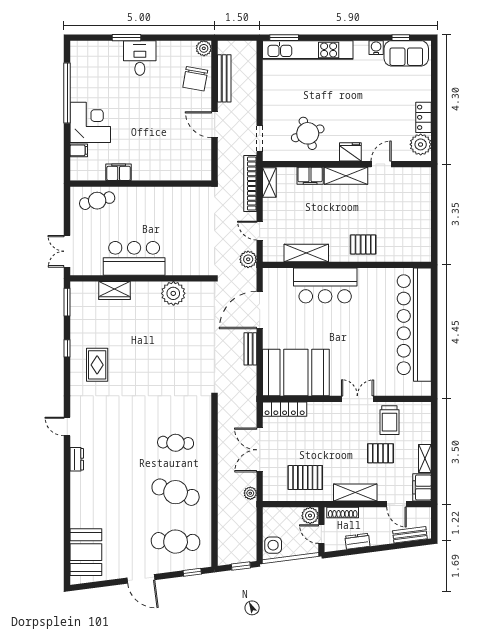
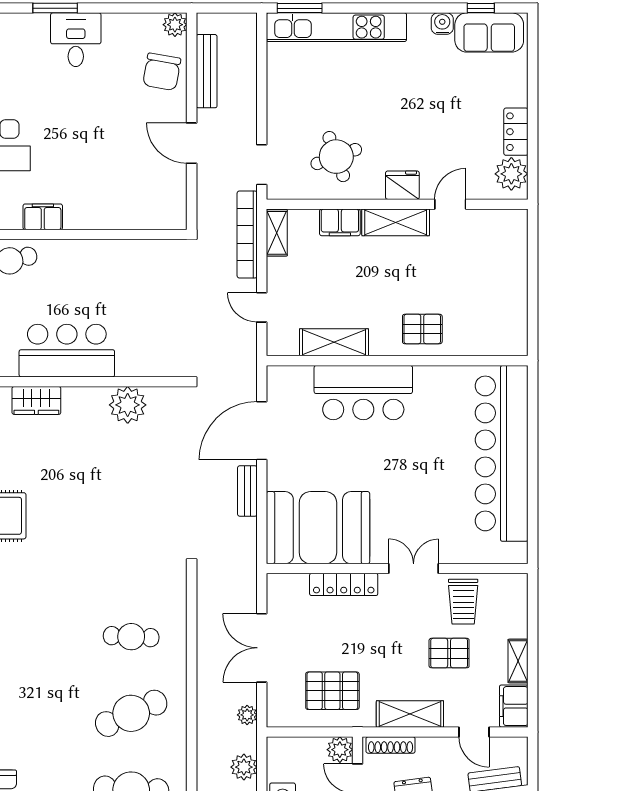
plant: (248, 259) -> (244, 767), moved
locker: (285, 409) -> (344, 584), moved
cafe table: (176, 492) -> (131, 713), turned -42

